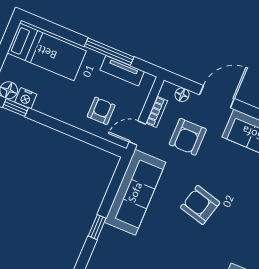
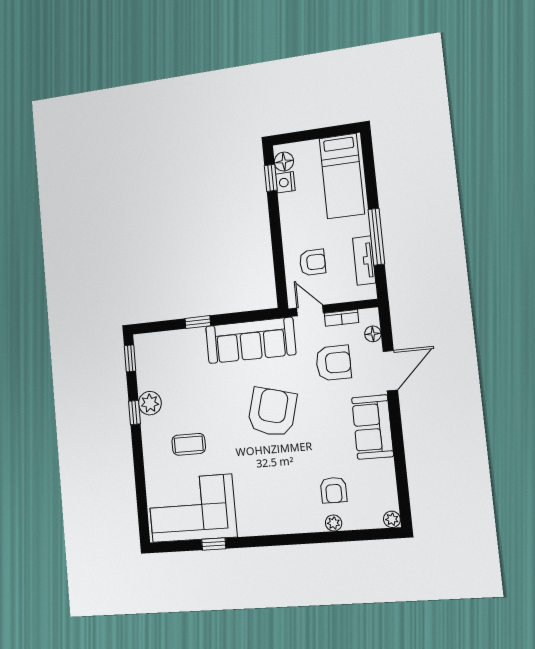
door: (217, 97) -> (390, 371), hinge flipped
armchair: (188, 137) -> (333, 363), turned 180
armchair: (200, 205) -> (272, 412), width x1.36, depth x1.36

